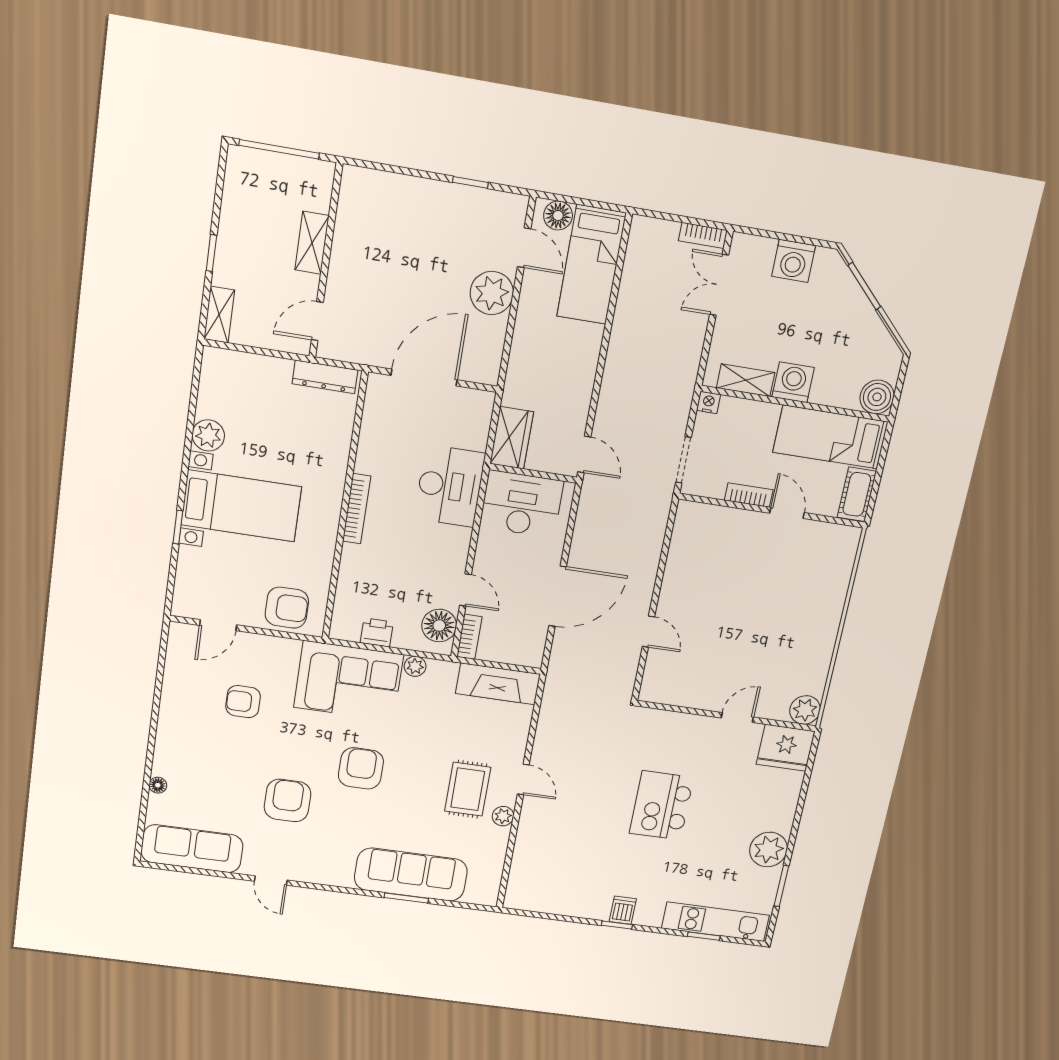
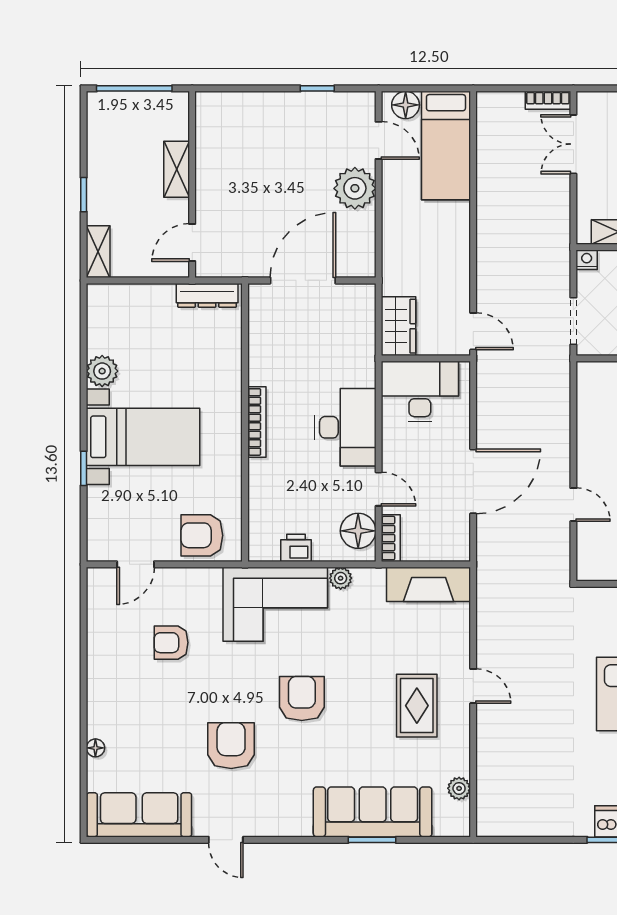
desk: (450, 486) -> (345, 427), moved
armchair: (287, 608) -> (202, 535), turned 180
plant: (503, 816) -> (459, 788), moved

